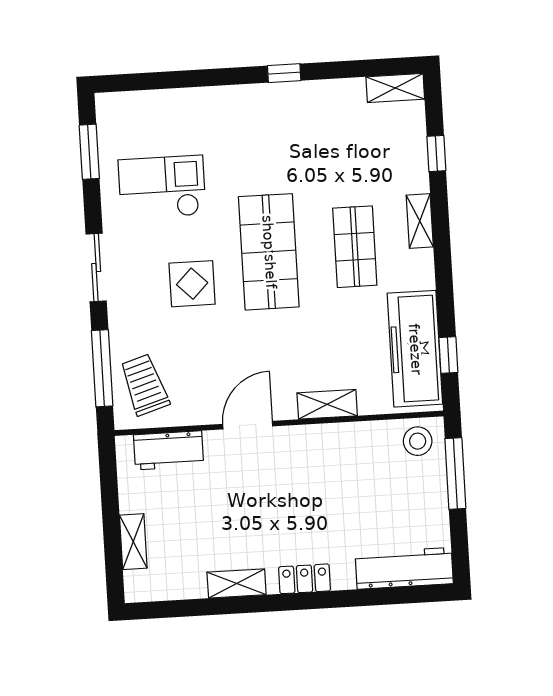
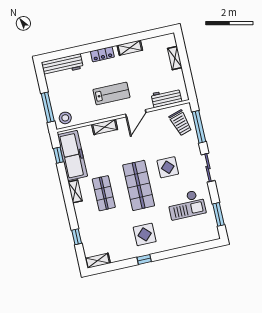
display table: (273, 132) -> (145, 234), added
shelving: (420, 221) -> (75, 191), moved
lab bench: (298, 482) -> (111, 93), added

